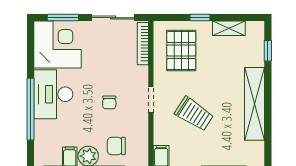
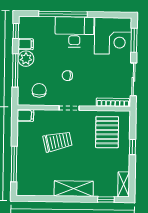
shelving: (229, 28) -> (124, 184), moved
pallet: (181, 50) -> (107, 132), turned 90
shelving: (254, 104) -> (74, 189), width x0.68
trolley: (194, 114) -> (58, 141), turned -136
chair: (116, 146) -> (39, 90), moved

